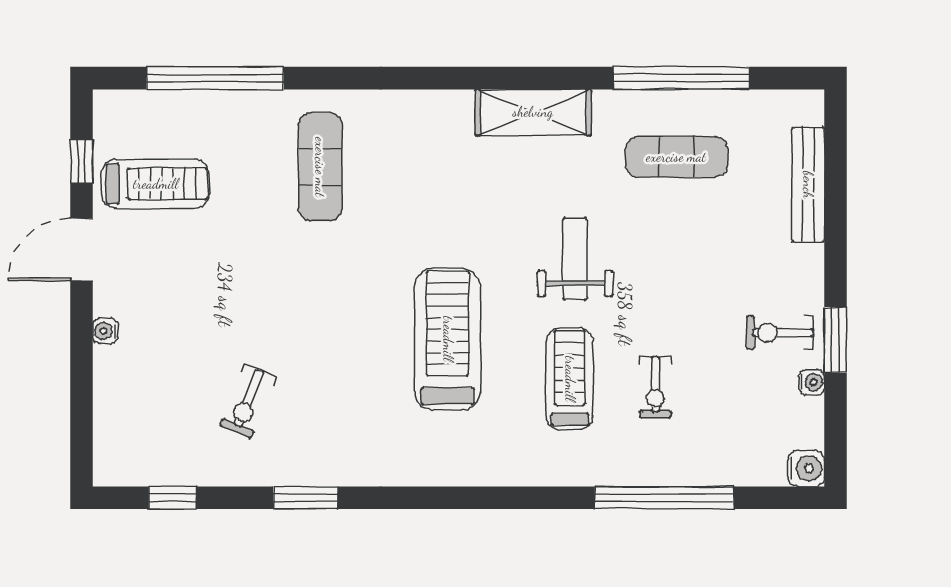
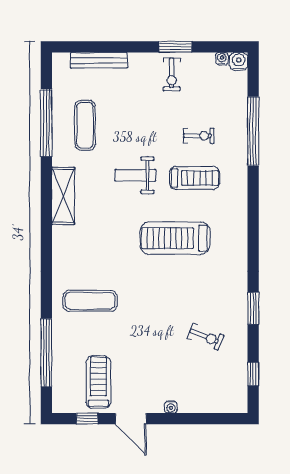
treadmill: (570, 379) -> (195, 178), turned 180
water cooler: (812, 382) -> (222, 59), moved

